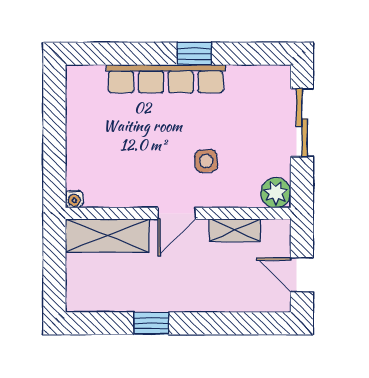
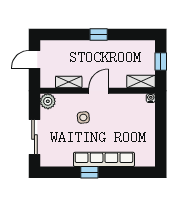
shelving: (107, 235) -> (141, 82), width x0.67, depth x0.75
window: (54, 270) -> (161, 62), added
door: (302, 275) -> (34, 59), swing flipped
window: (151, 323) -> (99, 35), moved

